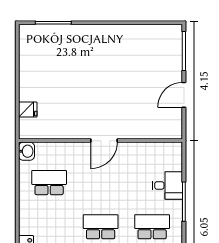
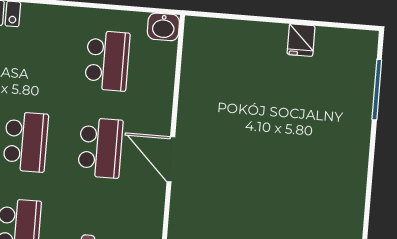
fridge: (28, 110) -> (301, 40), moved
school desk: (101, 183) -> (100, 148), added

